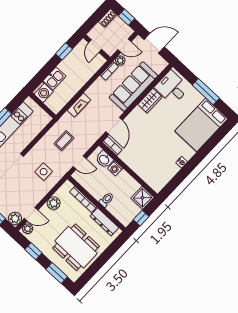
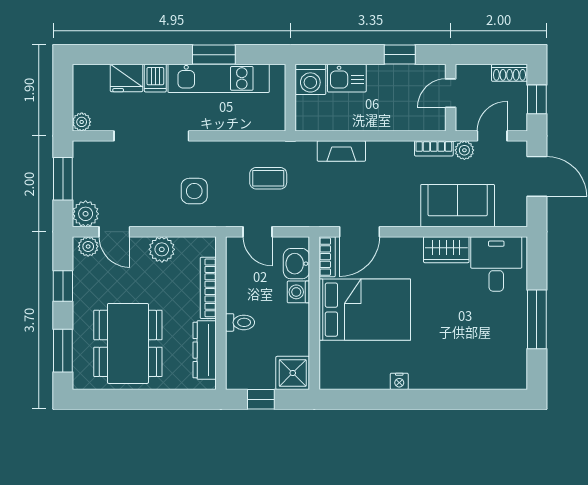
door: (124, 46) -> (492, 136), swing flipped
sofa: (133, 86) -> (458, 206), width x0.73
bed: (201, 125) -> (365, 310), moved, turned 180

